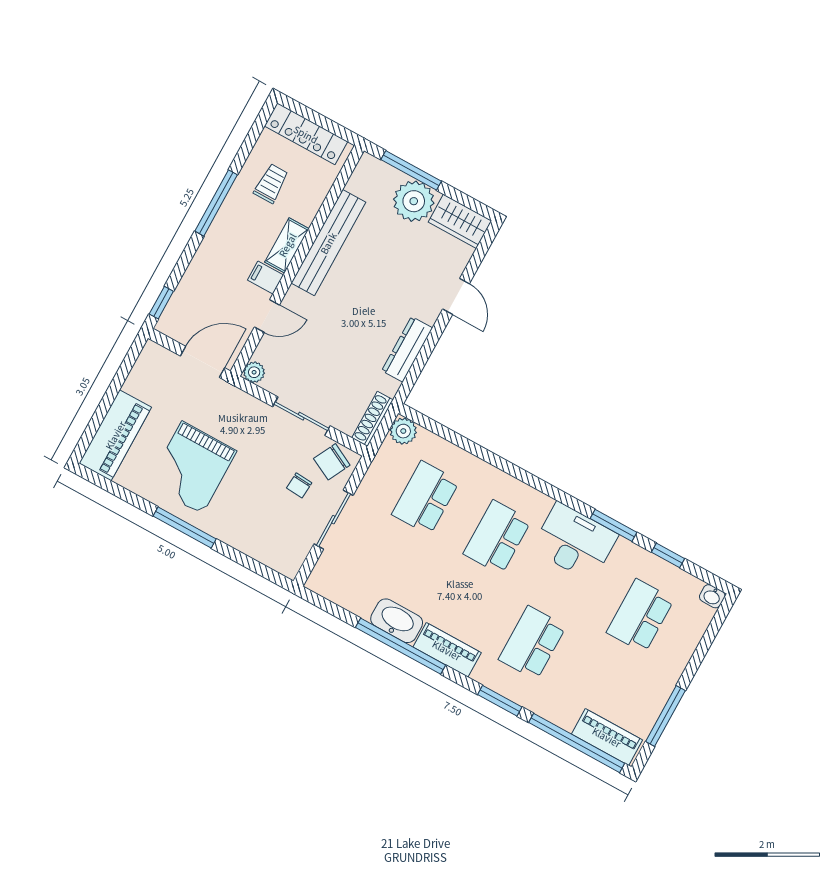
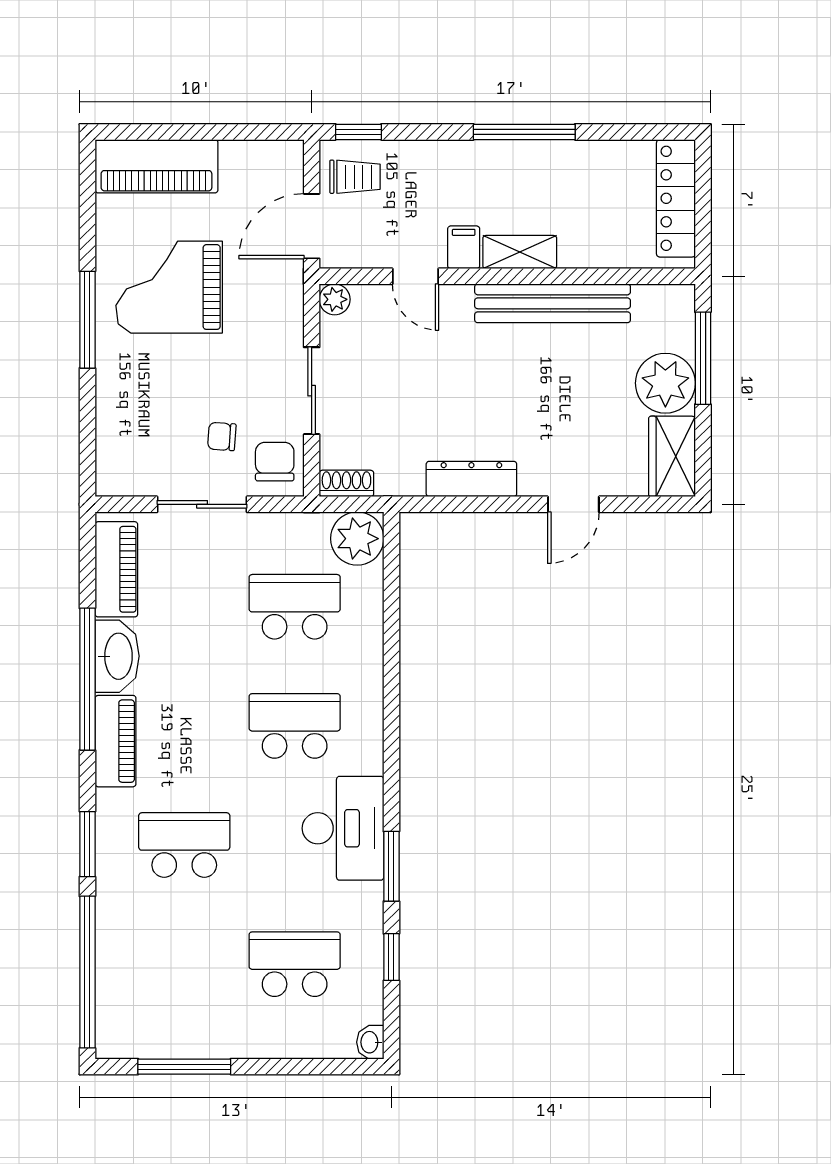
trolley: (271, 183) -> (355, 177), moved
door: (202, 362) -> (312, 226), swing flipped
shoe rack: (372, 419) -> (346, 483), width x0.70
plant: (403, 431) -> (357, 539), width x1.36, depth x1.36
chair: (332, 462) -> (275, 462), turned 63
piano: (607, 737) -> (116, 569), moved

